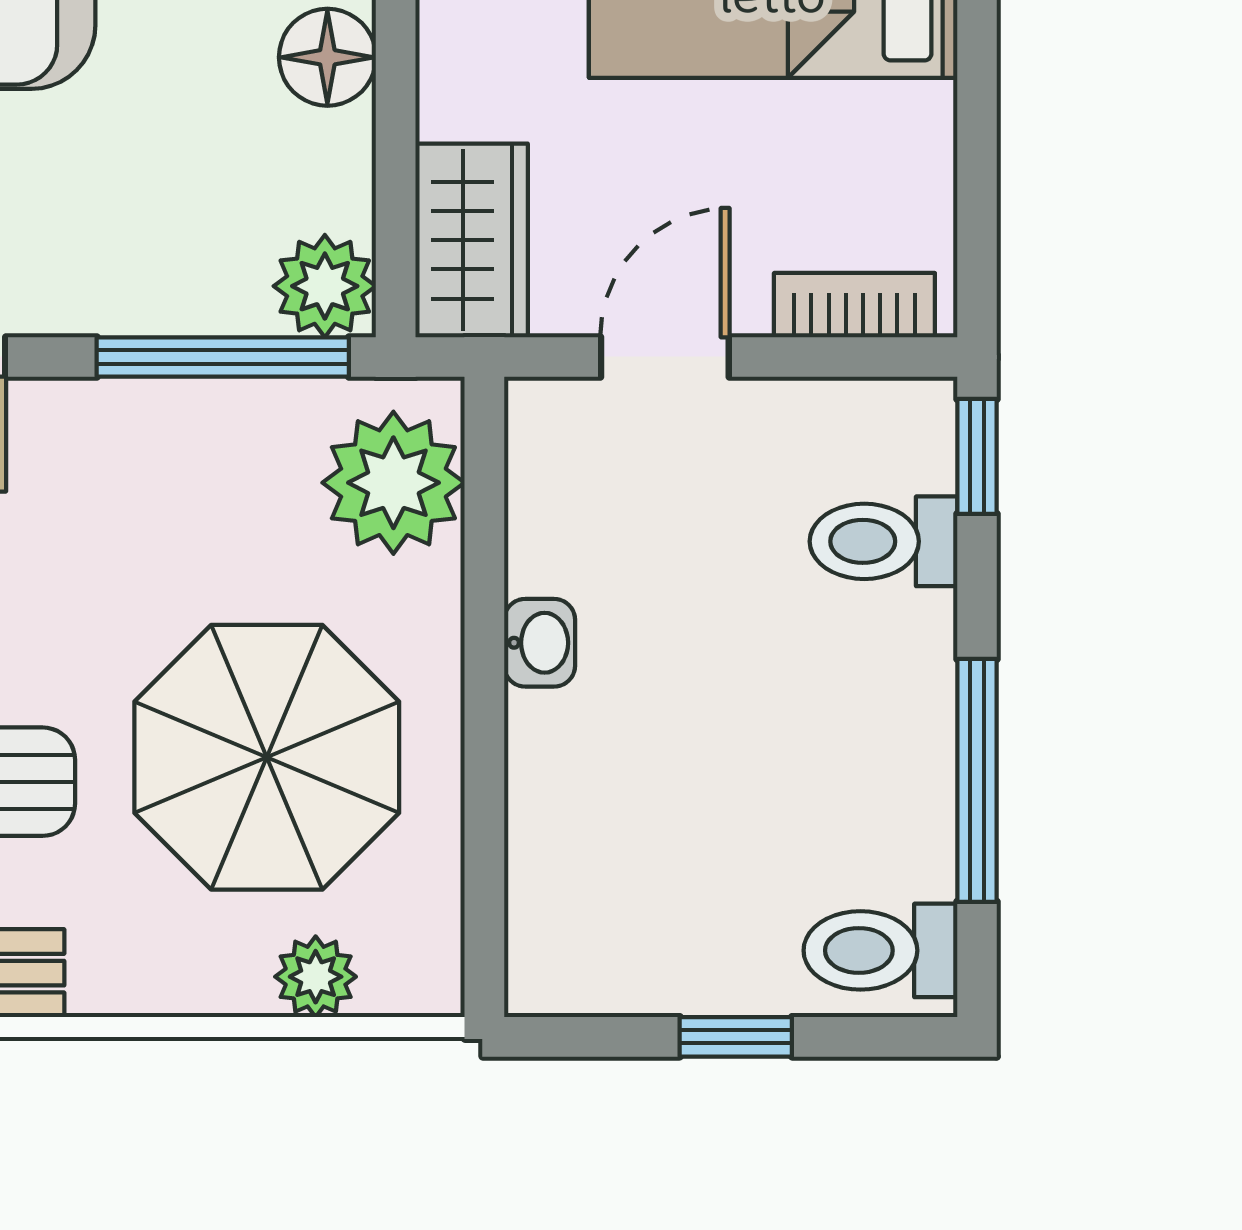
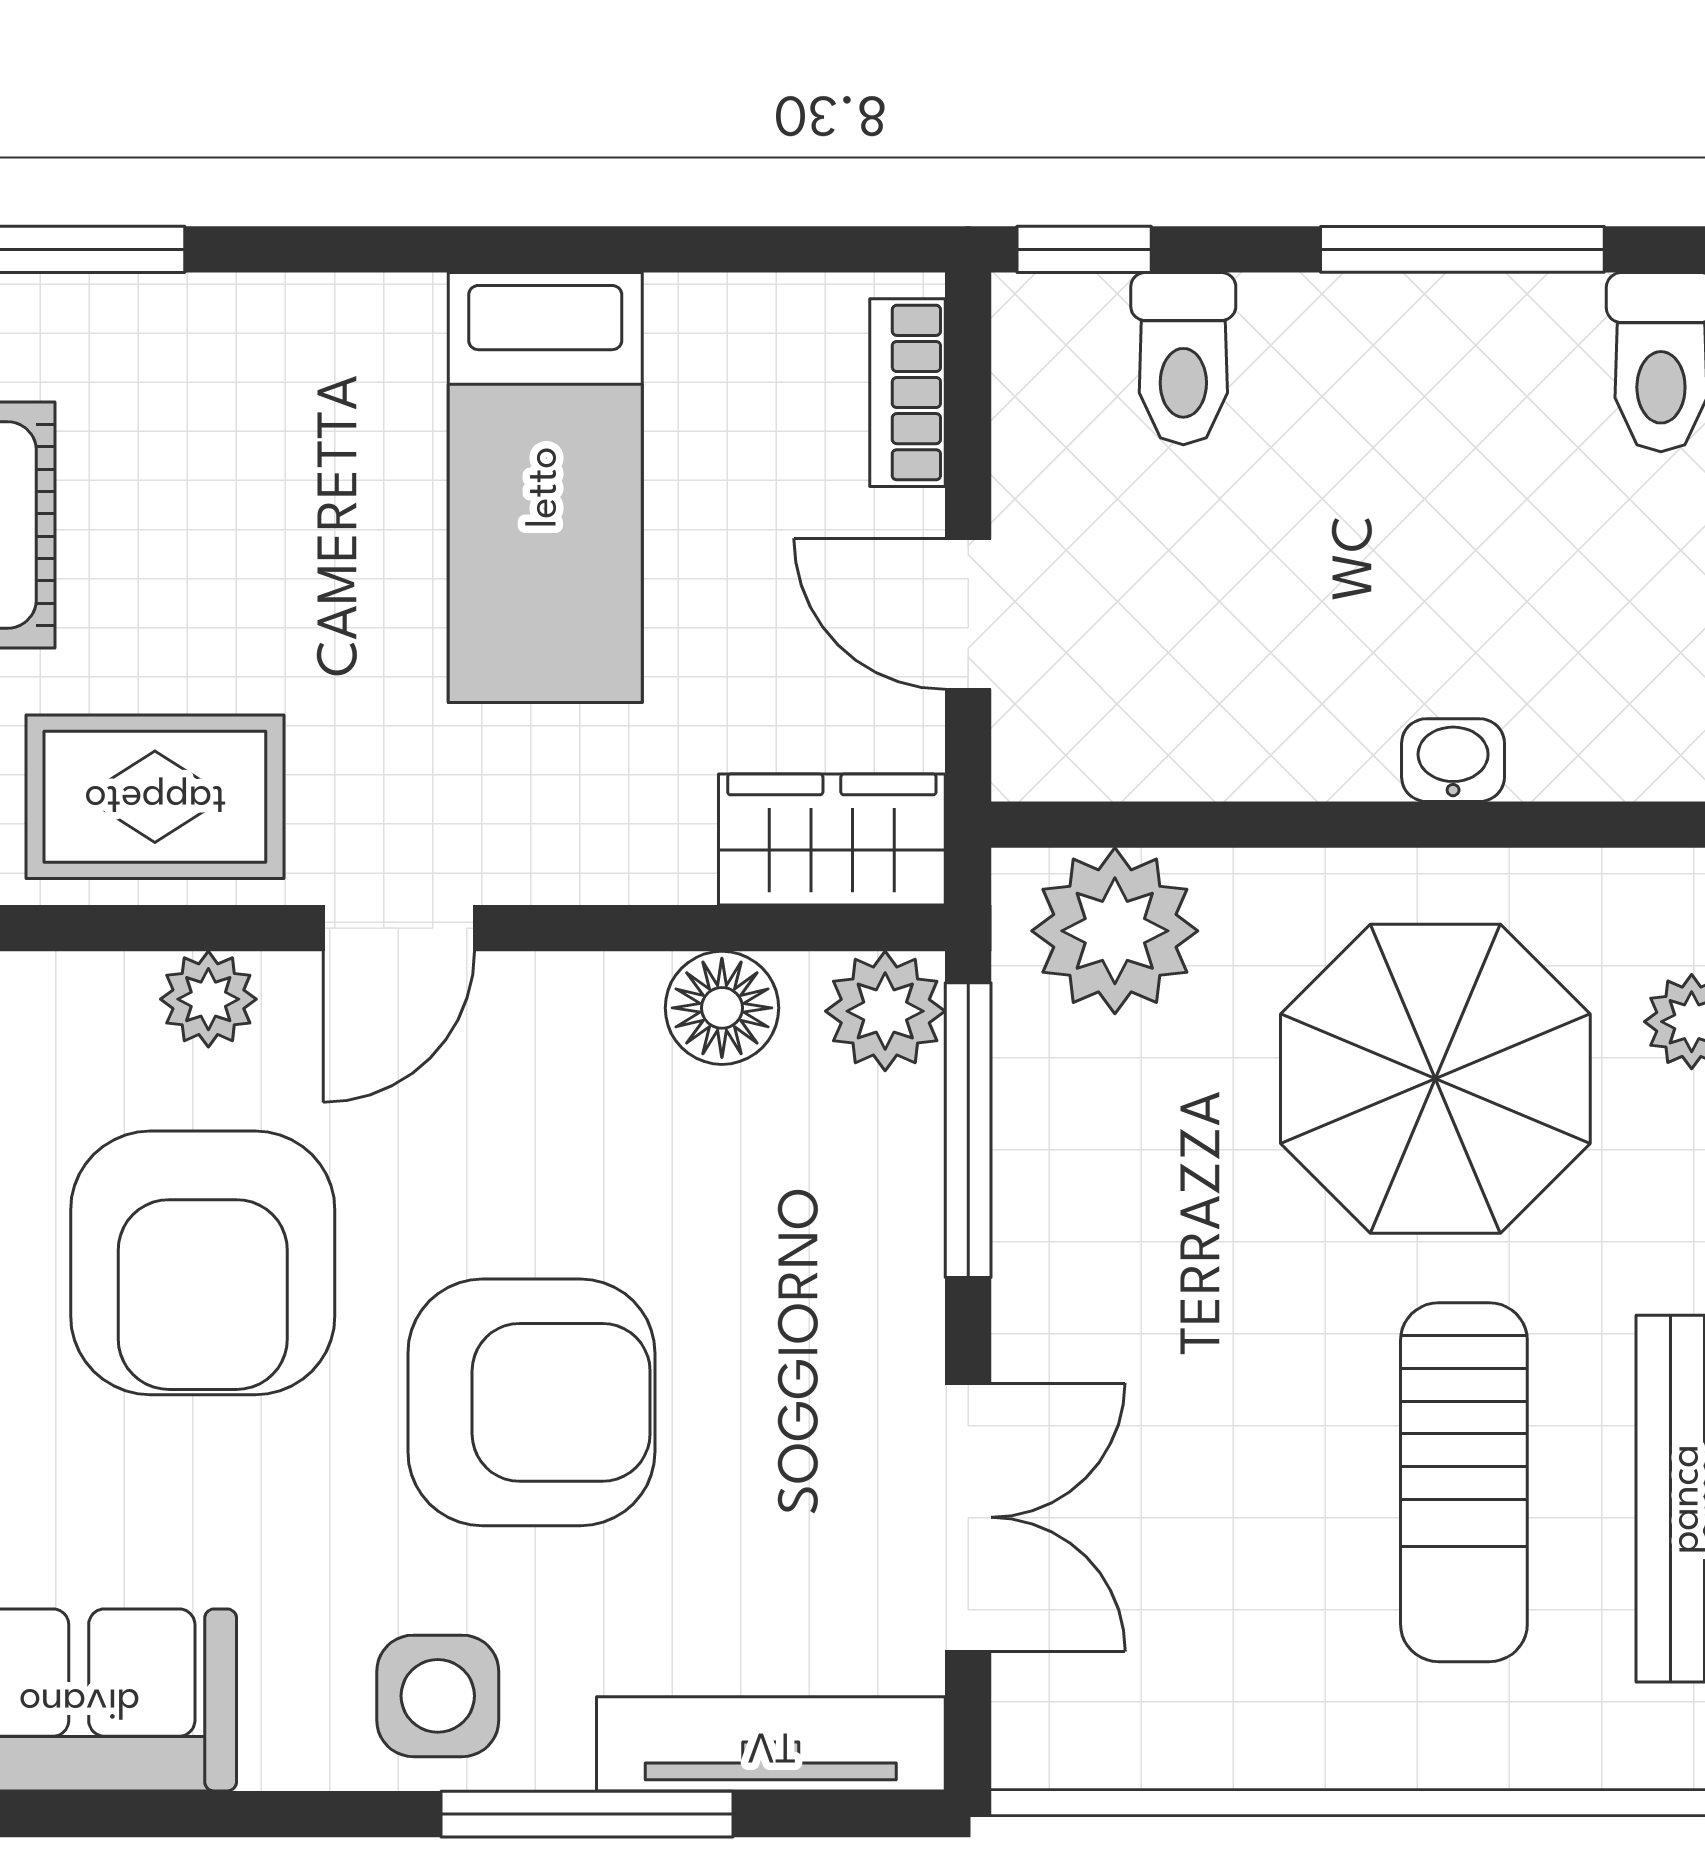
floor lamp: (327, 57) -> (722, 1008), moved
washbasin: (540, 643) -> (1453, 760), moved

